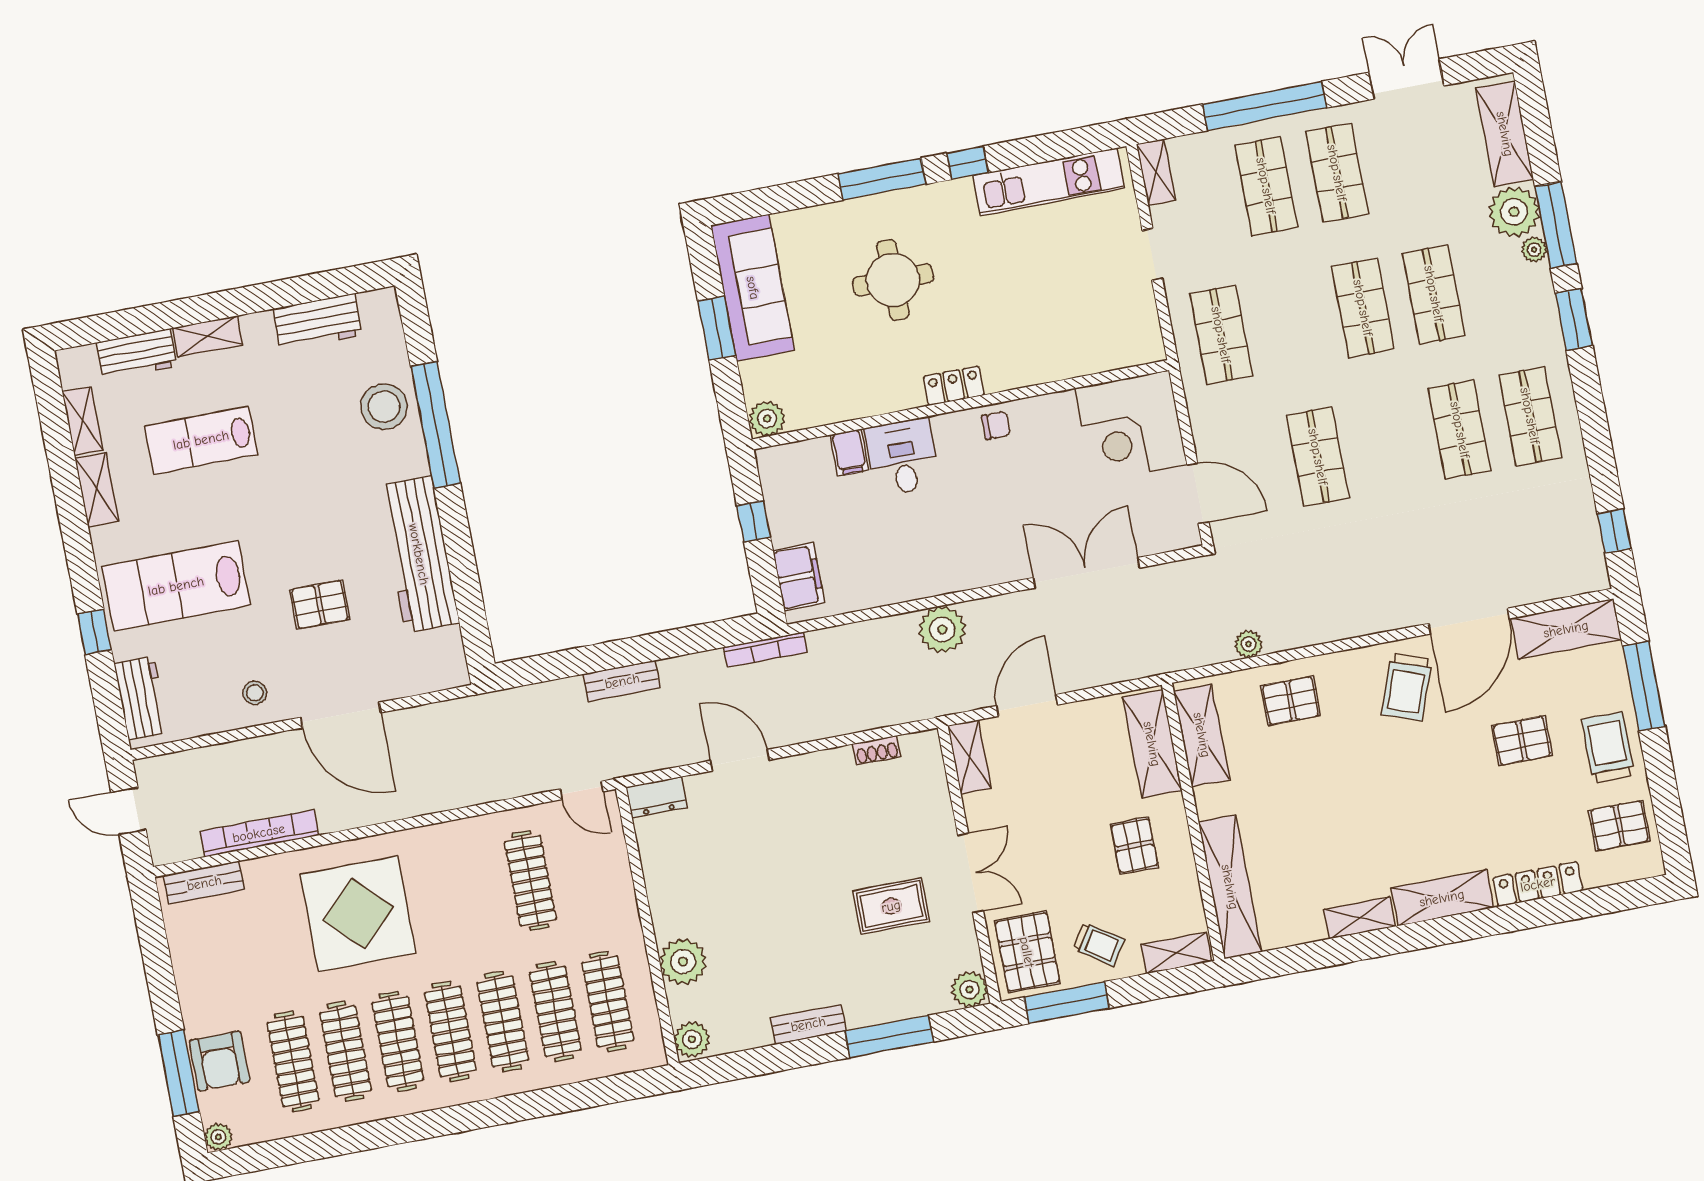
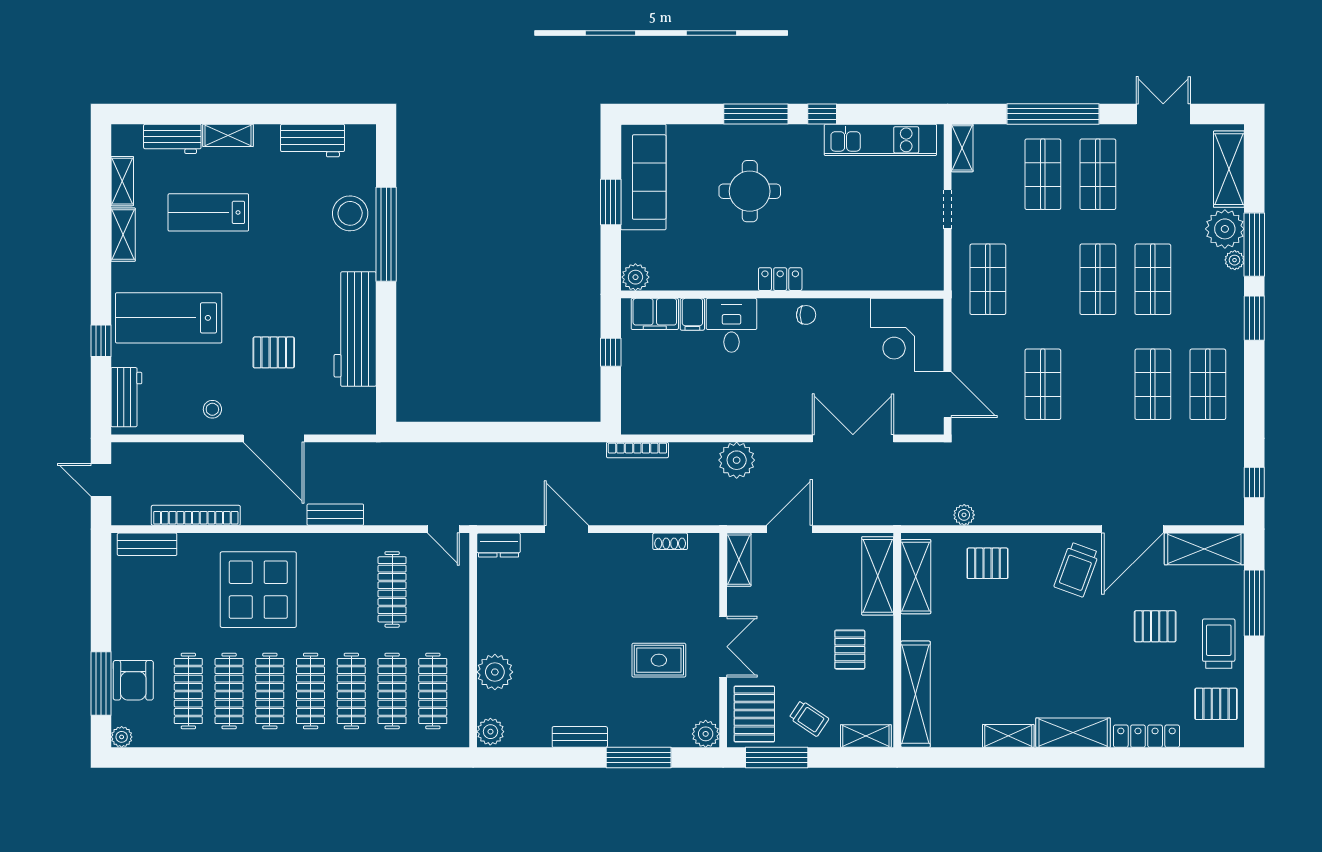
filing cabinet: (799, 577) -> (655, 314), moved, turned 90
bookcase: (765, 650) -> (637, 450), moved
bench: (622, 681) -> (335, 515), moved

